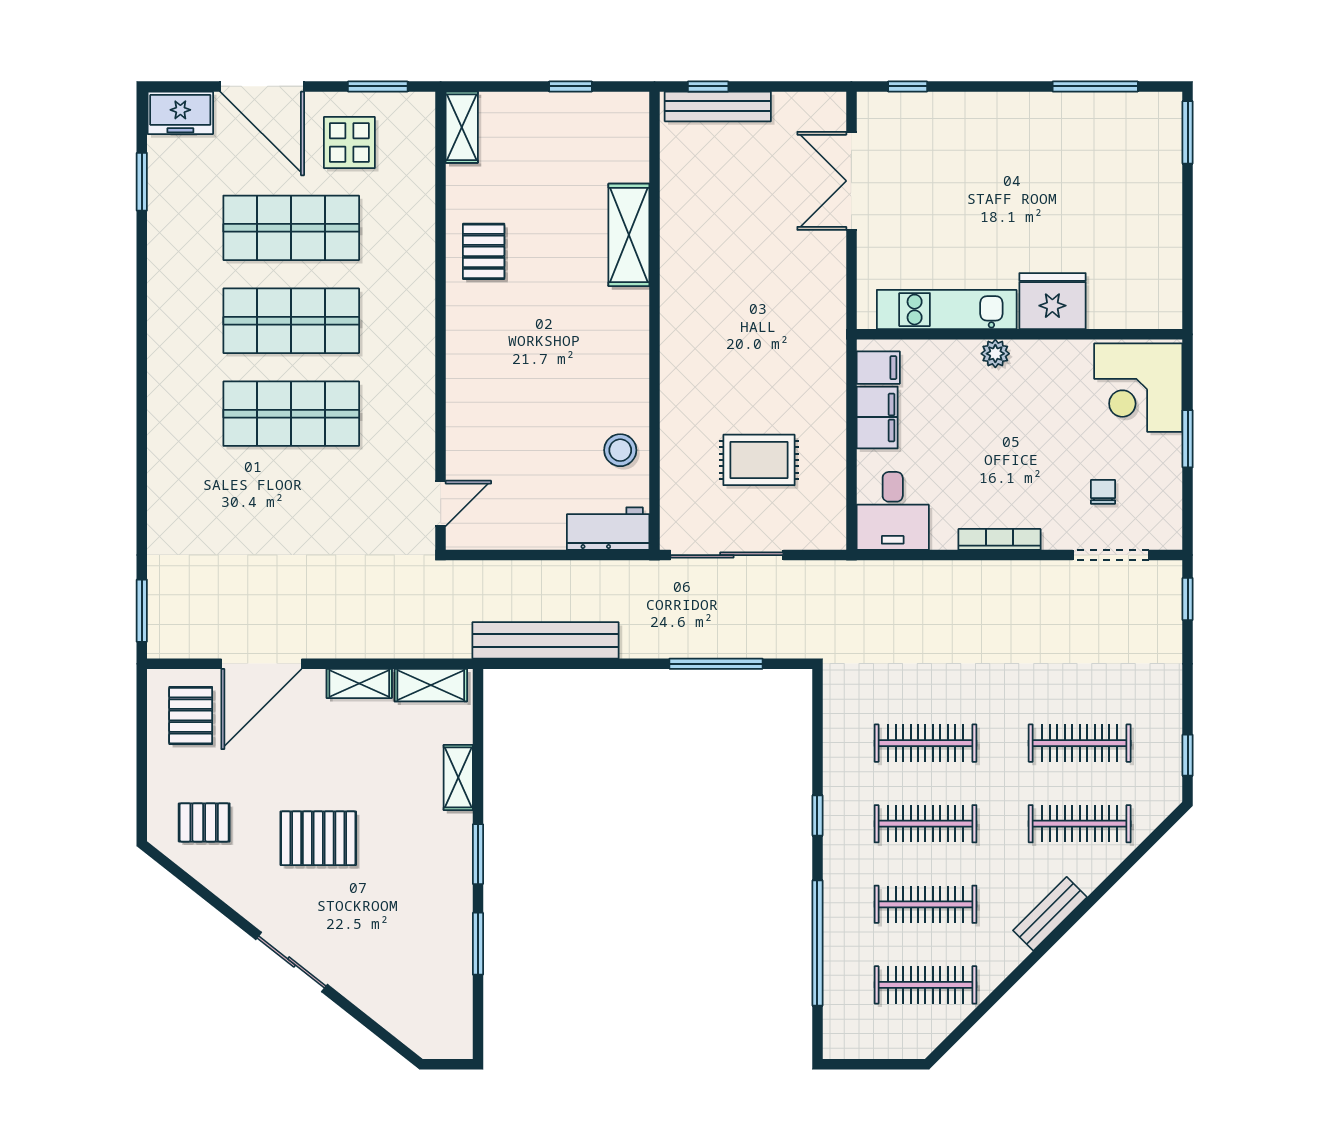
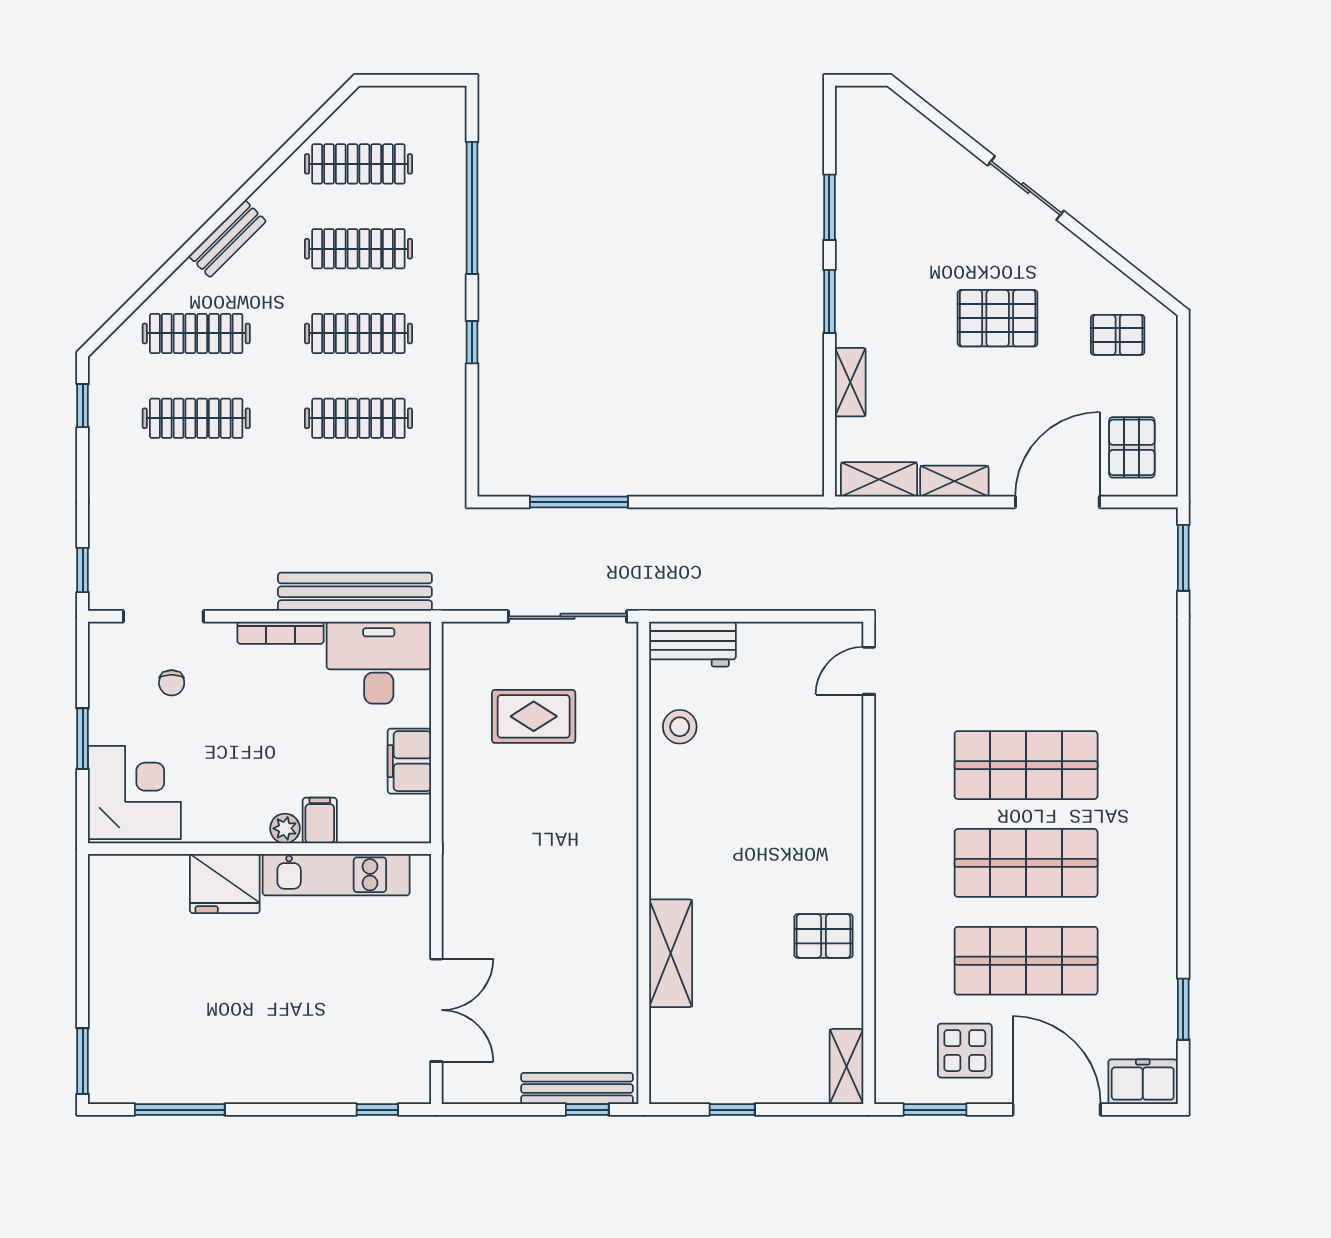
pallet: (484, 251) -> (824, 936), turned 90
filing cabinet: (878, 368) -> (320, 820), moved, turned 90
desk: (893, 511) -> (379, 663), width x1.37
bench: (546, 640) -> (355, 592), moved

